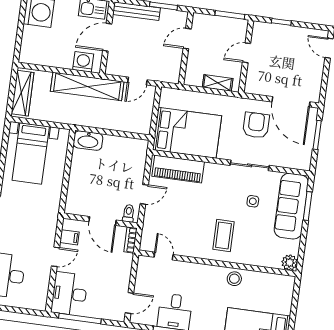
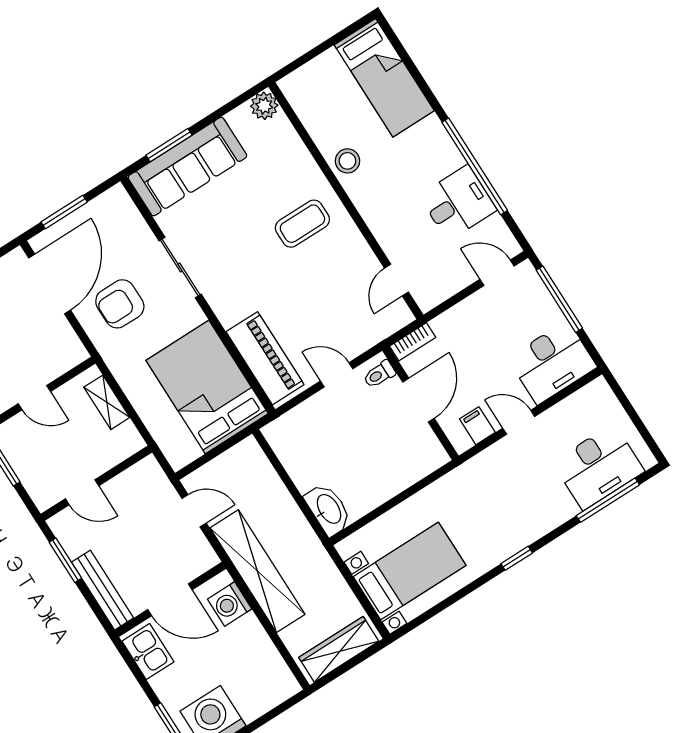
side table: (253, 201) -> (224, 223), removed
window: (80, 319) -> (559, 299), moved

